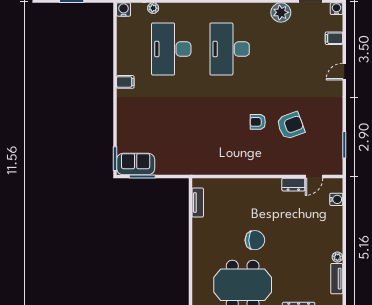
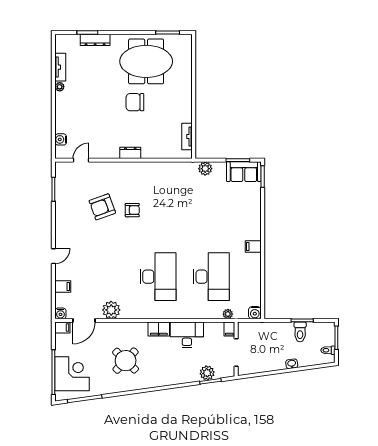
plant: (178, 167) -> (205, 169), added
dresser: (293, 185) -> (130, 153), moved

